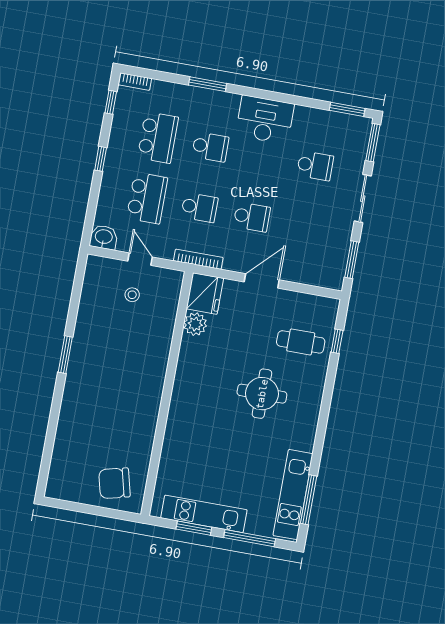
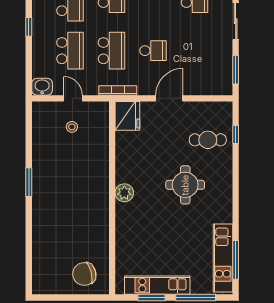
school desk: (199, 208) -> (111, 51), width x1.85
plant: (195, 324) -> (124, 193), moved

